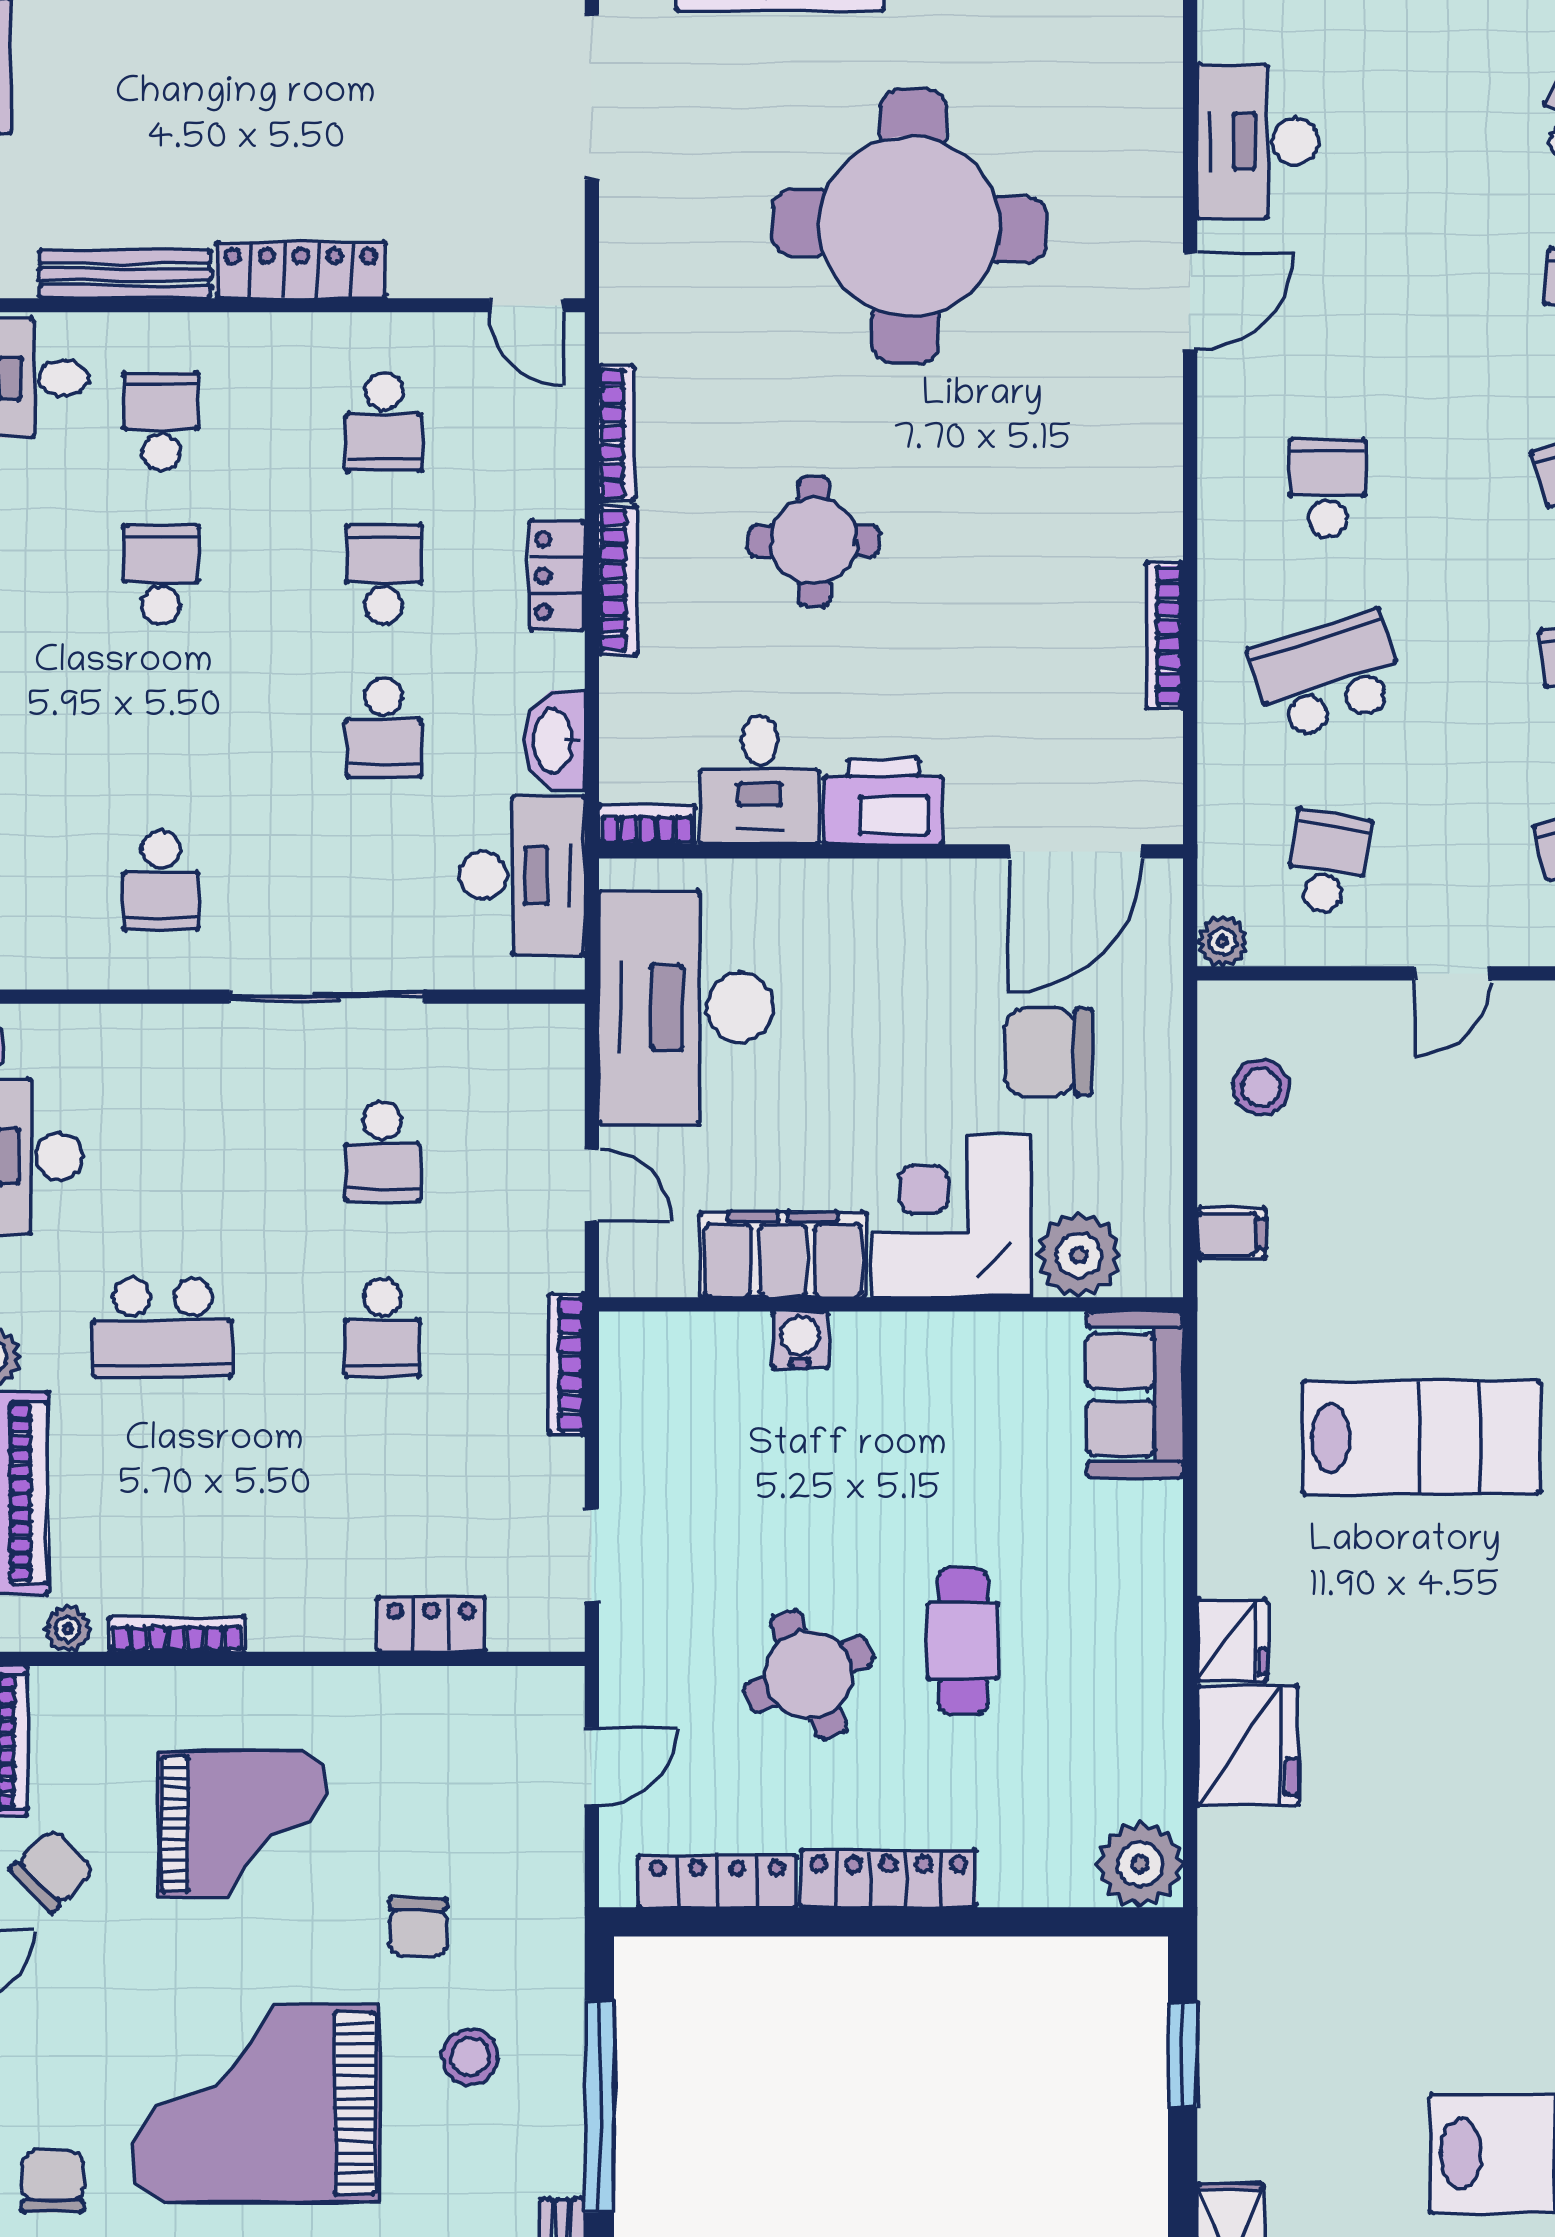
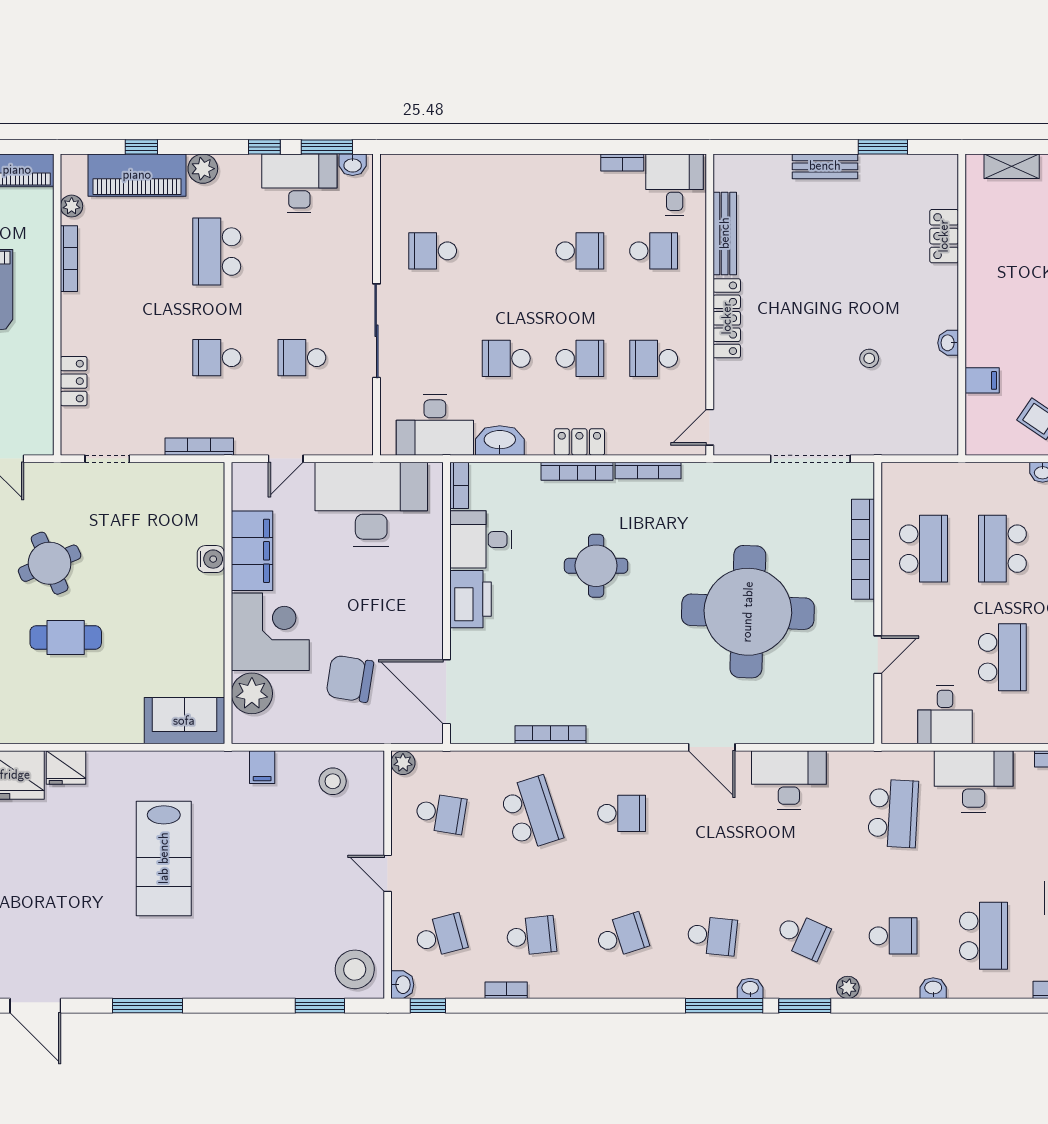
chair: (1048, 1052) -> (350, 679), turned -81

